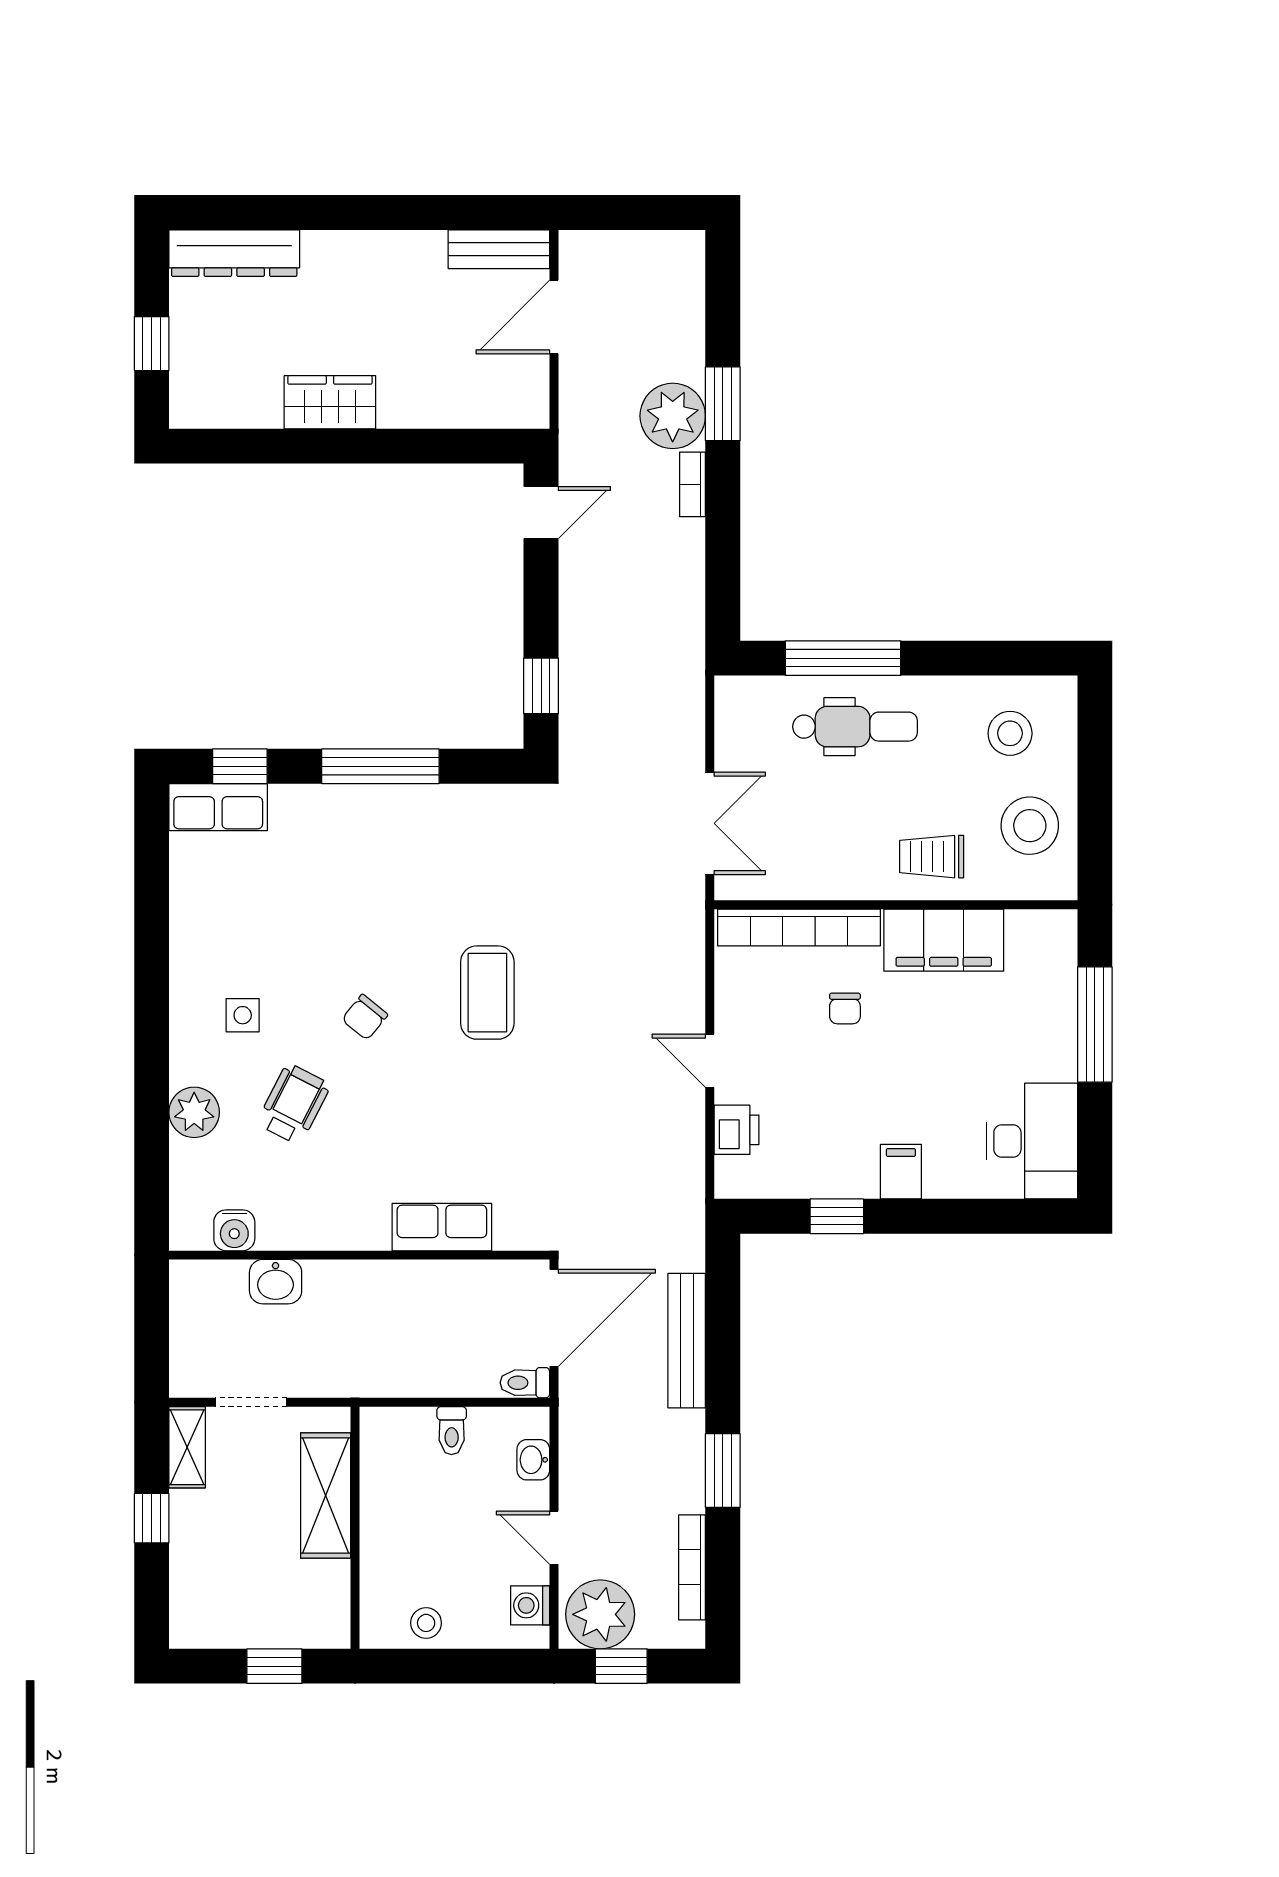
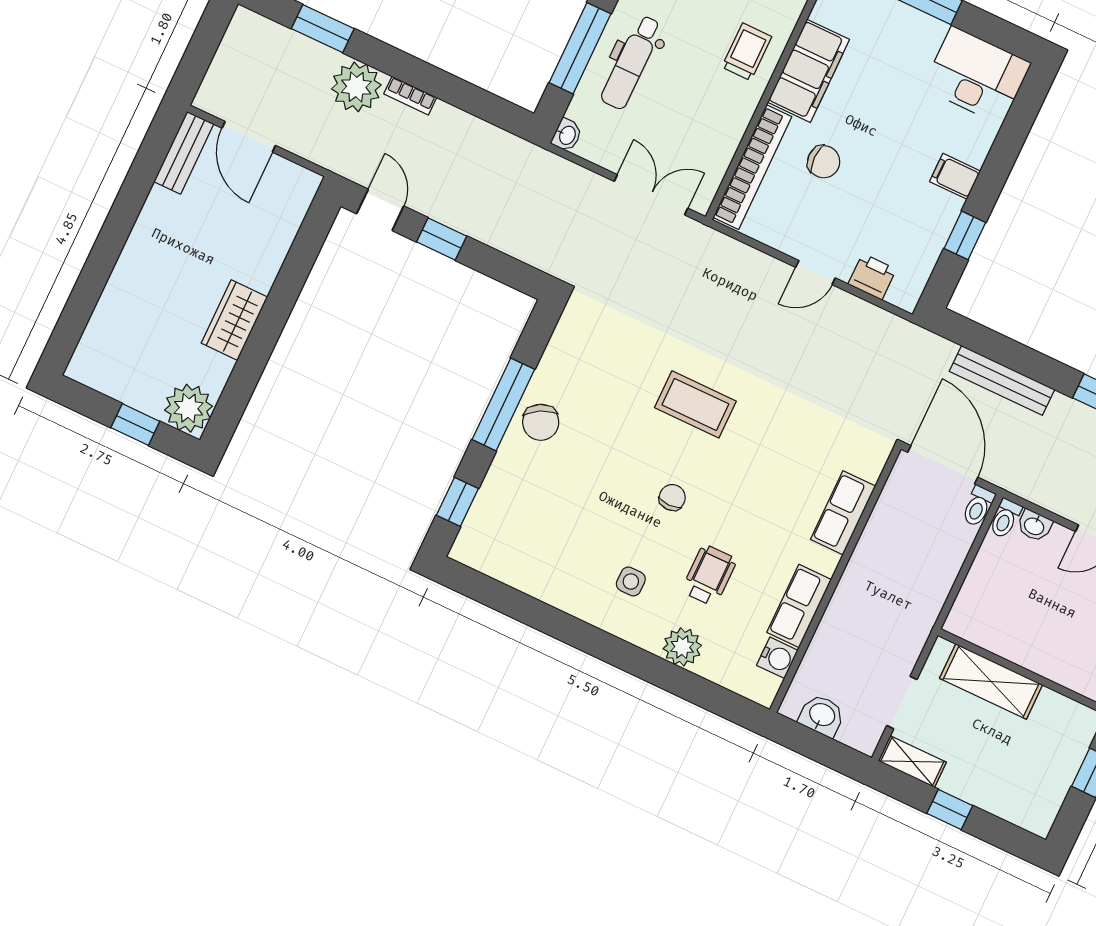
dresser: (234, 253) -> (100, 338), removed
plant: (201, 397) -> (189, 408), added
window: (723, 404) -> (323, 29), moved
window: (541, 686) -> (442, 239), moved
washbasin: (733, 691) -> (567, 135), added
dental chair: (855, 727) -> (631, 62), turned 180
row of seats: (218, 807) -> (799, 606), moved, turned 180
chair: (380, 820) -> (541, 422), added
trolley: (932, 857) -> (747, 52), turned 180
chair: (845, 1009) -> (824, 162), width x1.37, depth x1.37
chair: (365, 1017) -> (672, 497), turned -129
wheelchair: (294, 1104) -> (709, 575), turned 63
washbasin: (276, 1282) -> (822, 715), moved, turned -90
toilet: (452, 1431) -> (1005, 518), moved, turned 90

